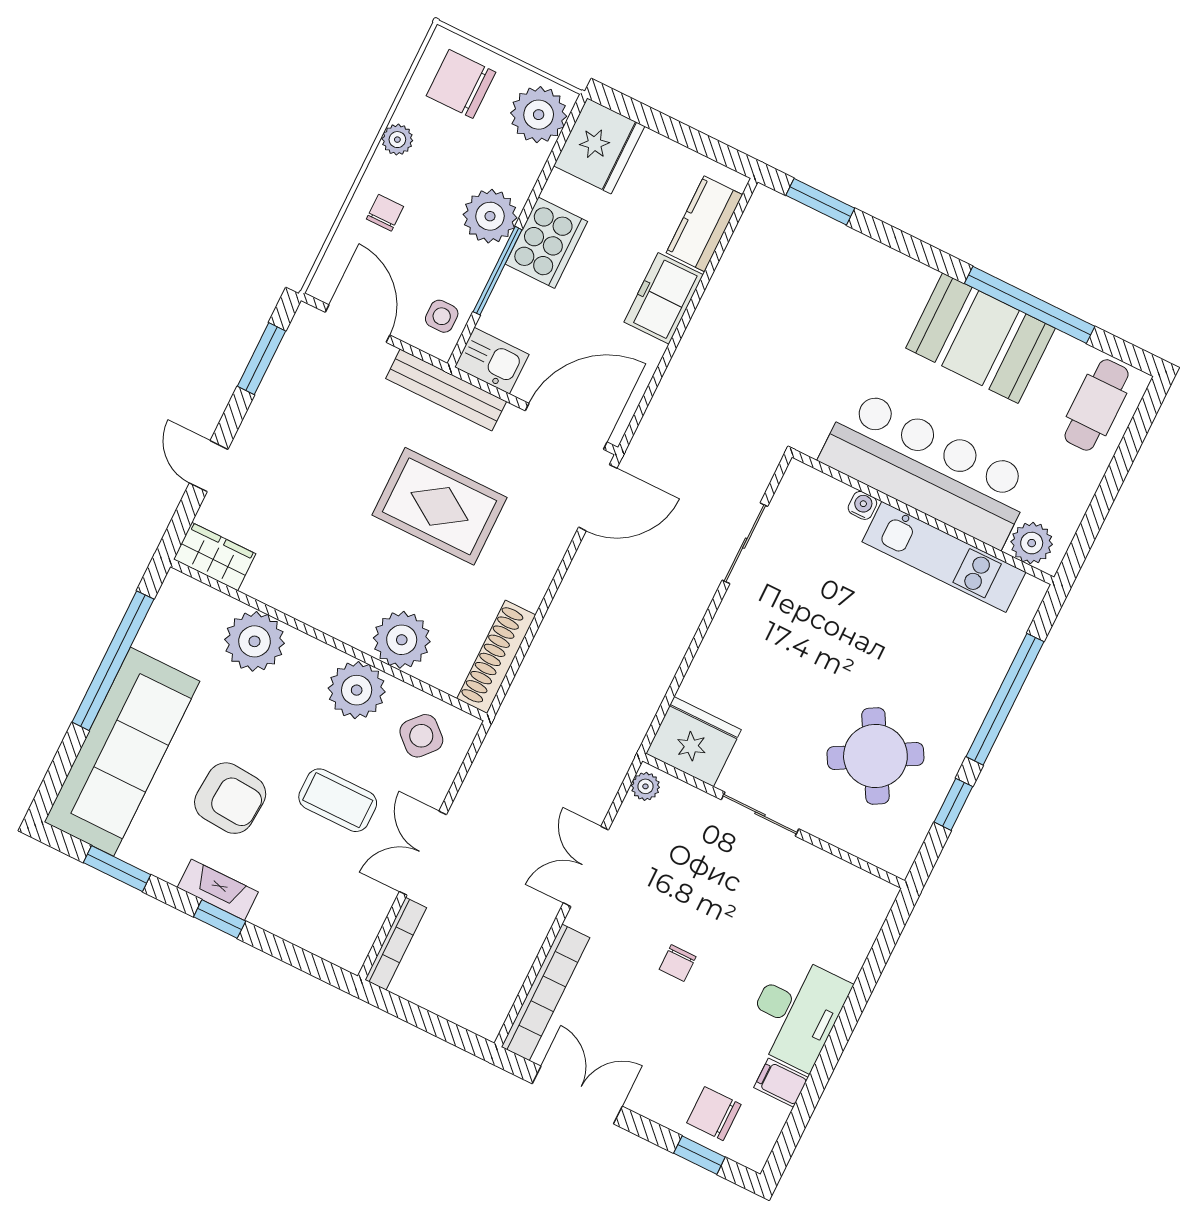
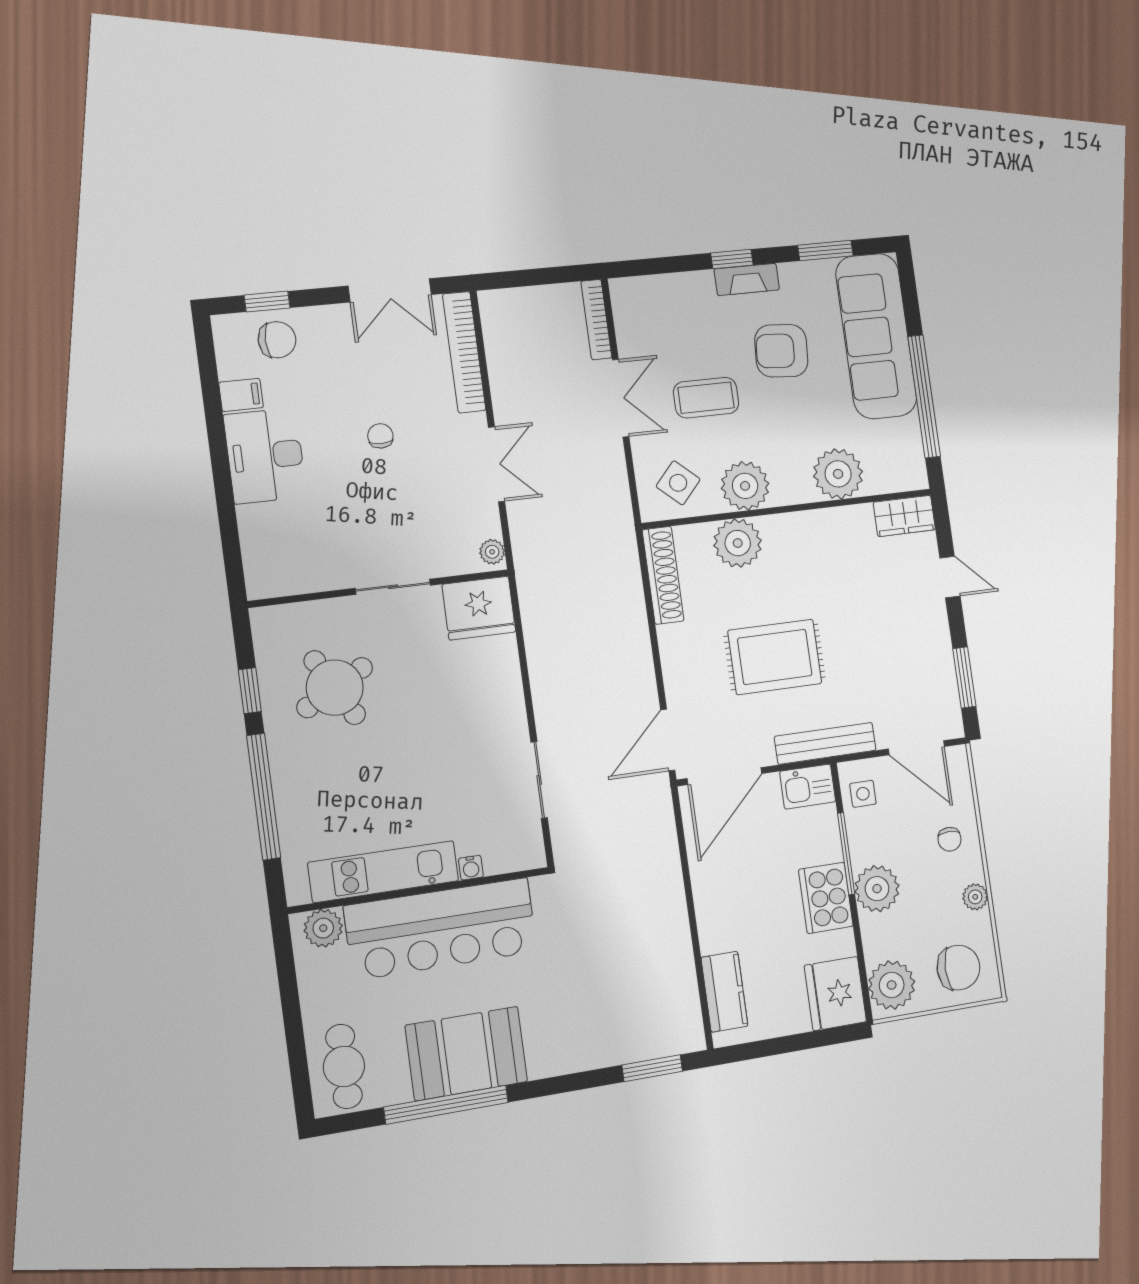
freezer: (664, 298) -> (717, 917), removed

